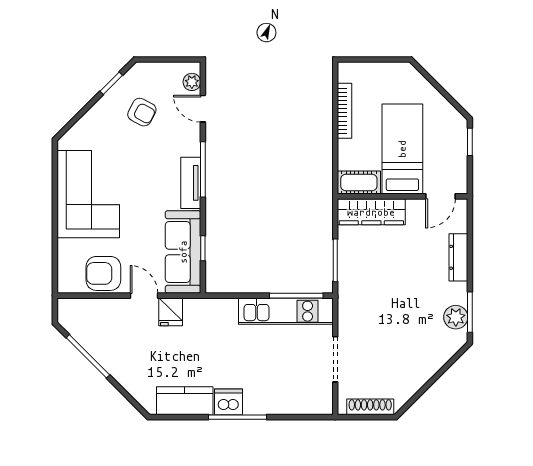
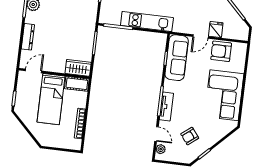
armchair: (142, 112) -> (190, 136), turned -66
tv unit: (191, 183) -> (166, 107), moved
wardrobe: (371, 212) -> (78, 68), width x0.67
armchair: (103, 273) -> (221, 51), turned 180
door: (144, 296) -> (201, 37), hinge flipped
kitchen unit: (286, 311) -> (147, 22), moved
fridge: (171, 312) -> (216, 30), moved

